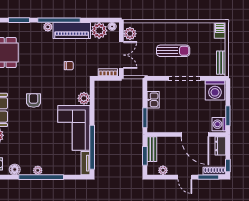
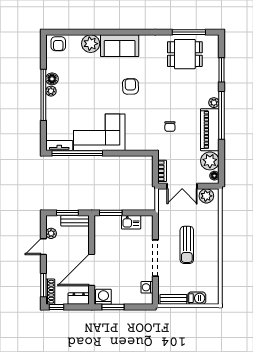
barbecue: (220, 30) -> (197, 298), moved
washing machine: (215, 90) -> (147, 287), width x0.53, depth x0.53
plant: (84, 98) -> (133, 144), removed
armchair: (34, 100) -> (130, 86), turned -92
floor lamp: (15, 169) -> (52, 79), moved
door: (185, 177) -> (43, 247), moved

